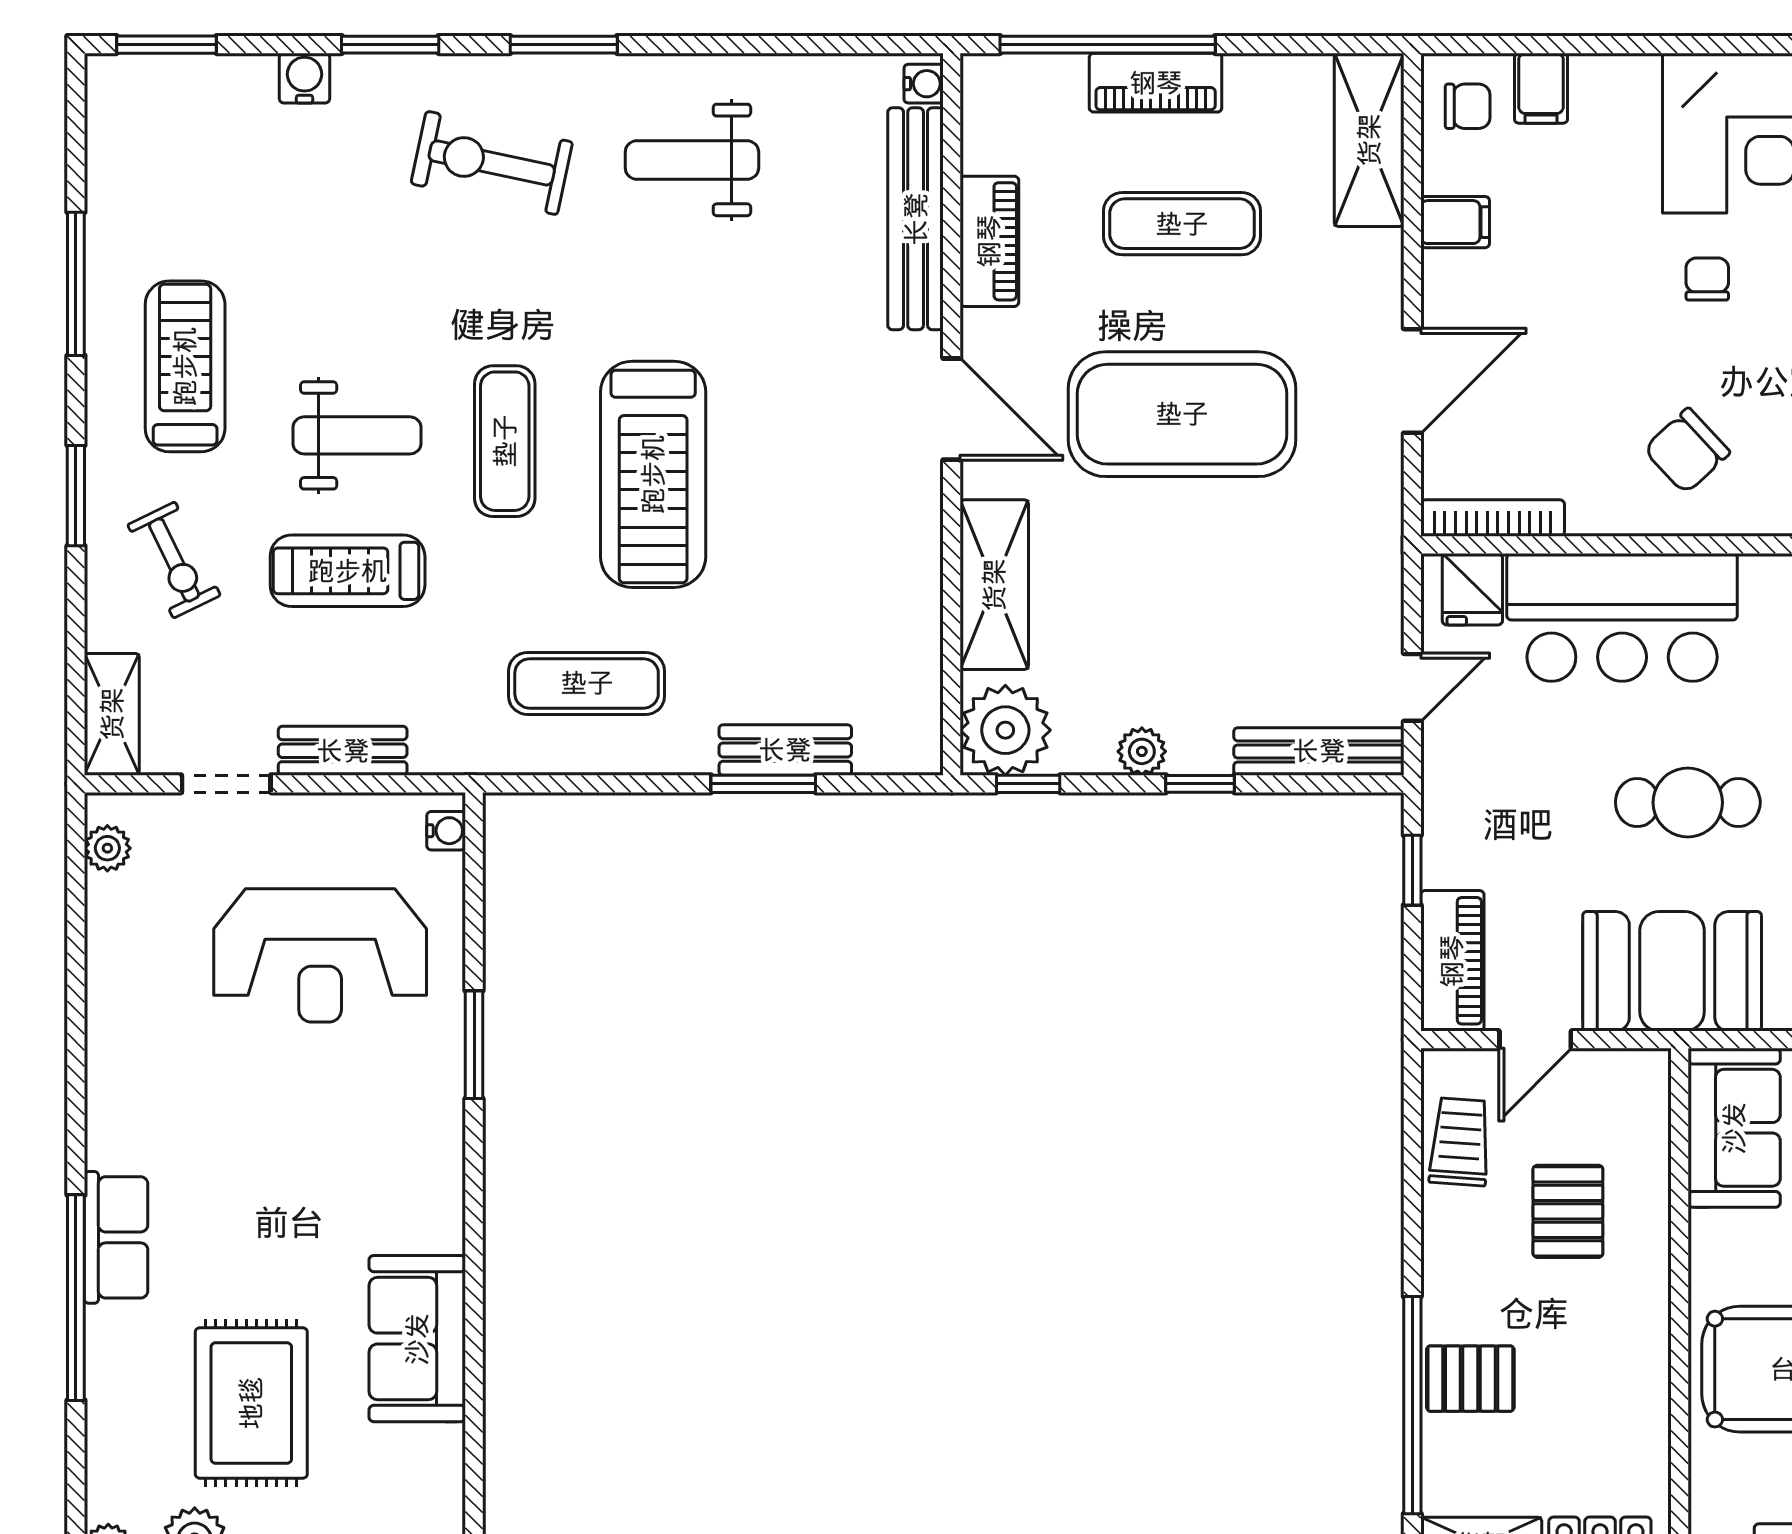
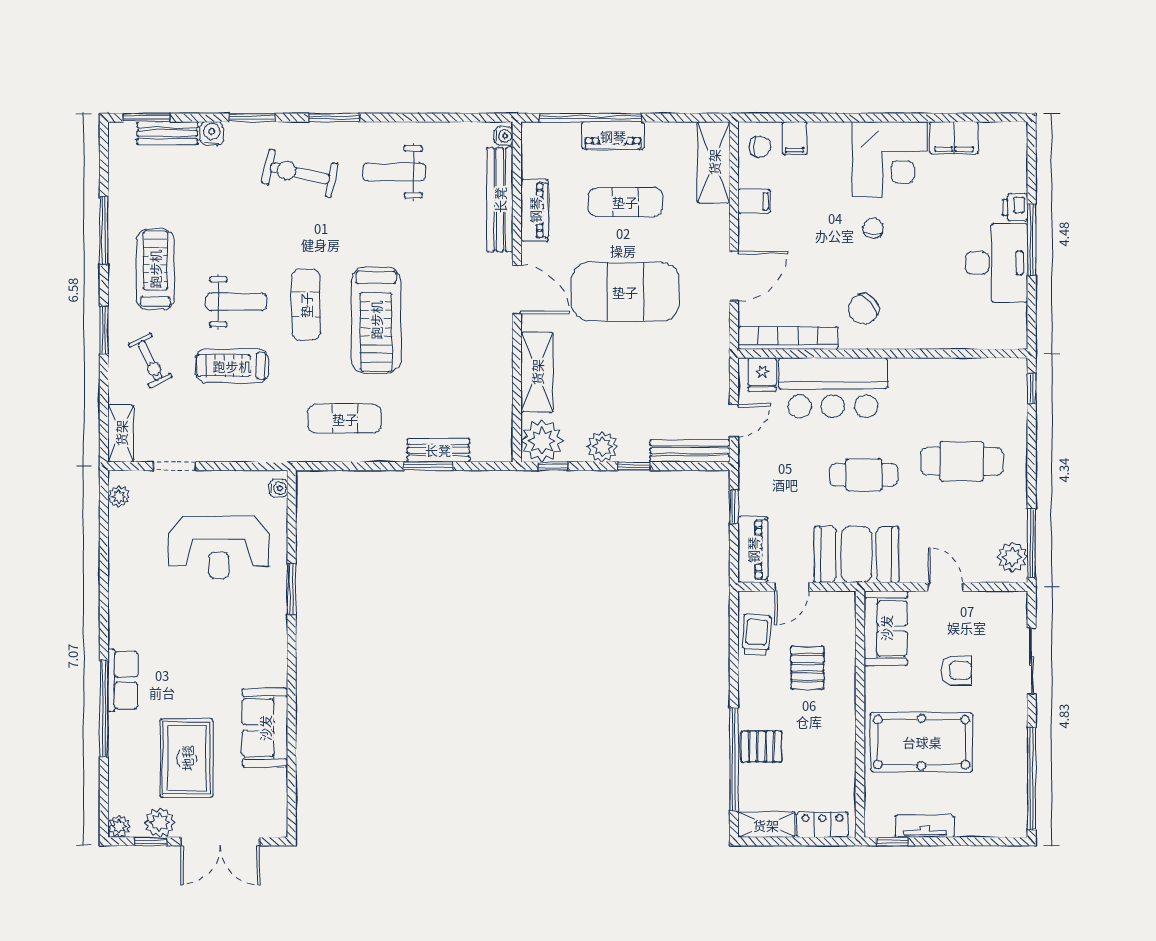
bookcase: (1493, 518) -> (788, 338), width x1.48, depth x1.31
bench: (343, 751) -> (167, 133), moved
plant: (1142, 751) -> (602, 447), width x1.38, depth x1.38

